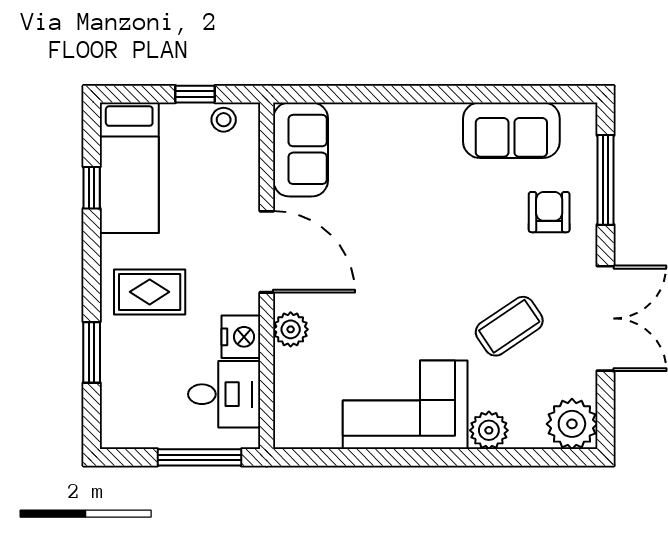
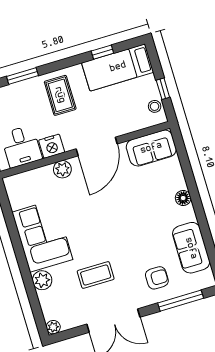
floor lamp: (413, 117) -> (183, 198), added
coffee table: (509, 326) -> (96, 275), turned -56
plant: (572, 424) -> (53, 327), width x0.53, depth x0.53

